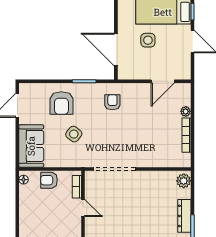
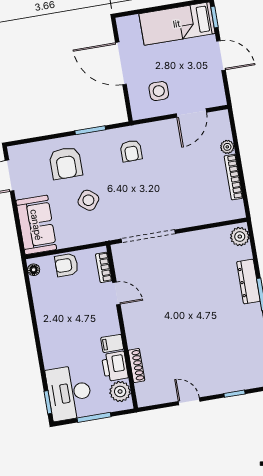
side table: (148, 40) -> (159, 91), moved
door: (116, 49) -> (121, 63), moved
armchair: (112, 102) -> (131, 151), turned 180

